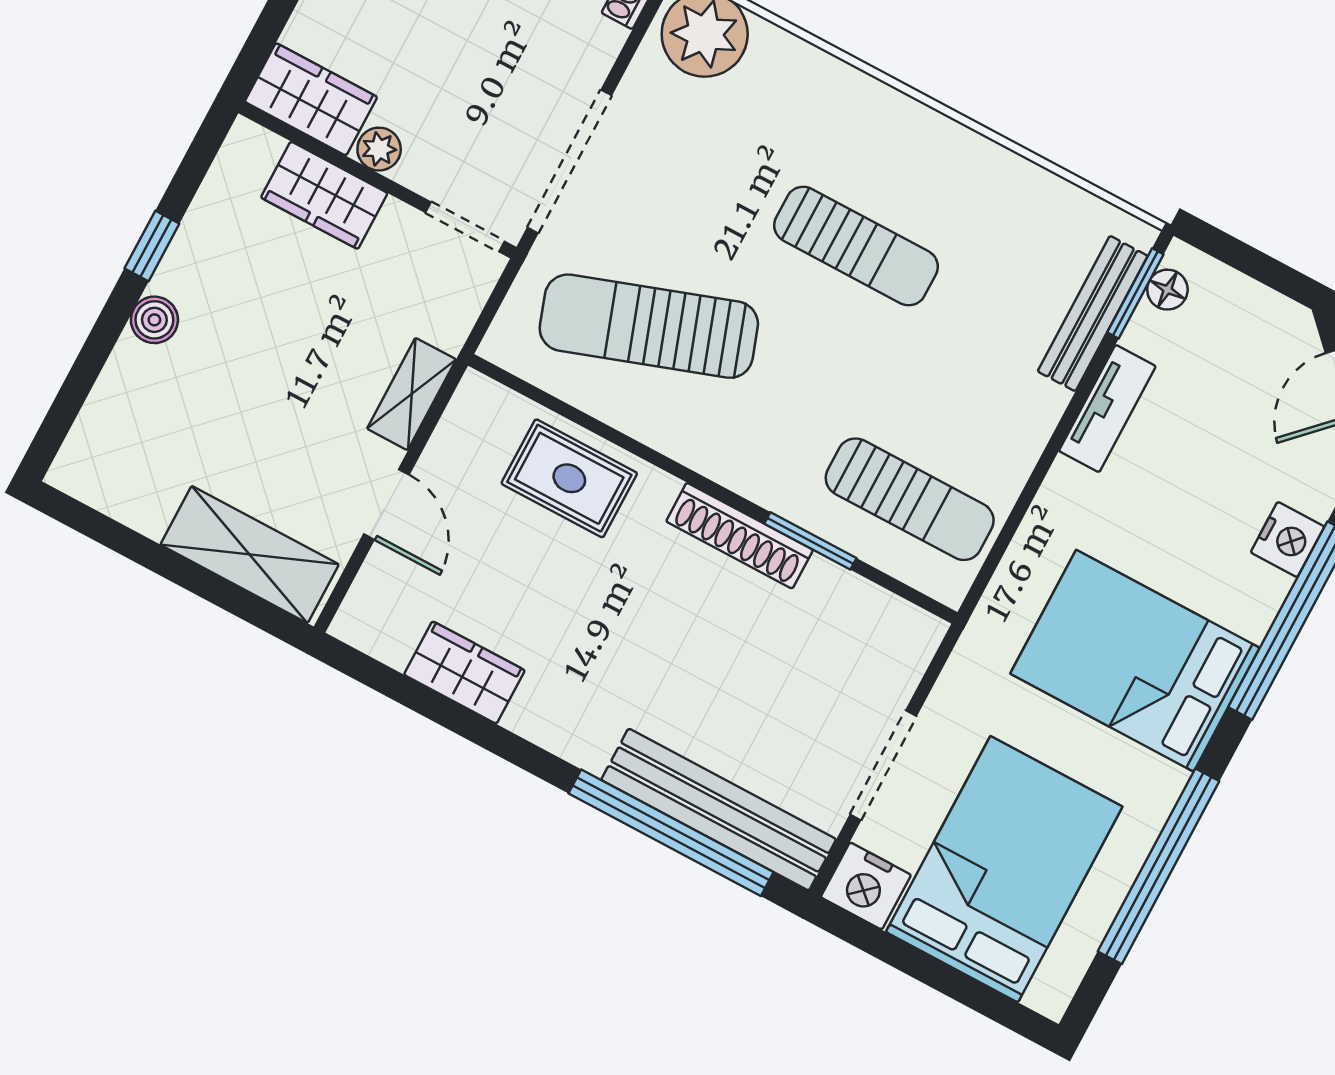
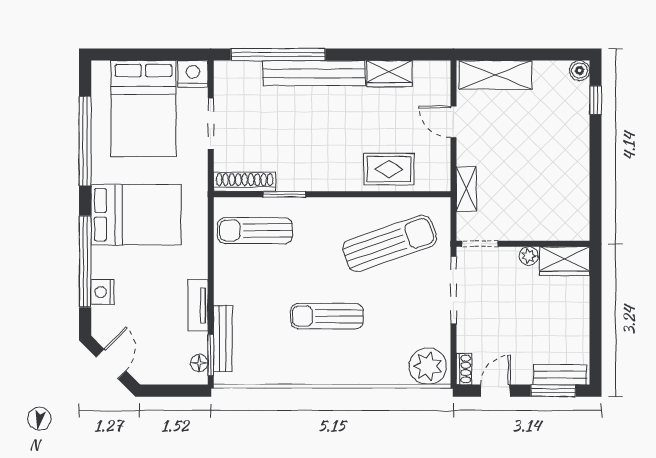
wardrobe: (324, 195) -> (540, 227), removed
window: (152, 246) -> (596, 100), moved
boiler: (154, 320) -> (580, 71), moved
shelving: (412, 394) -> (466, 189), moved
shoe rack: (740, 536) -> (245, 182), moved
bench: (719, 810) -> (314, 73), moved

